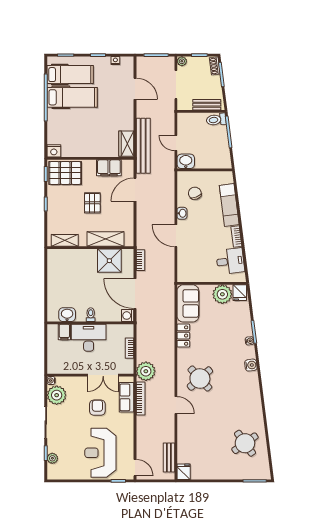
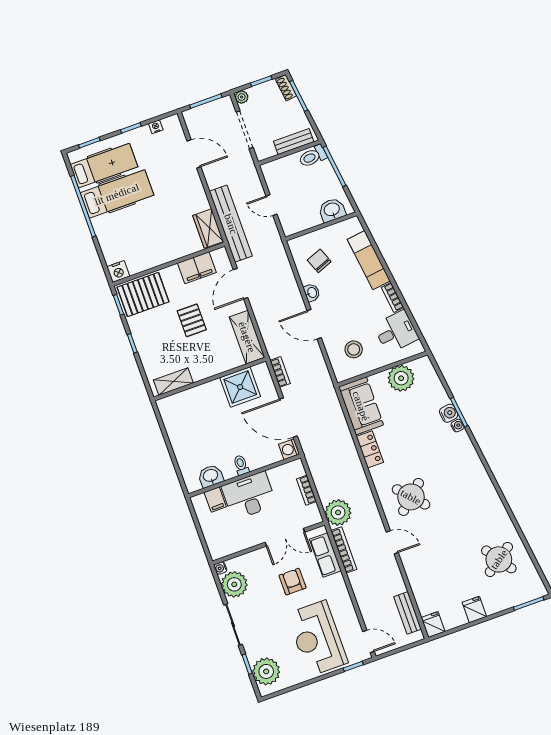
washbasin: (186, 161) -> (332, 210), moved
shelving: (106, 239) -> (247, 337), moved, turned 90
stool: (197, 263) -> (354, 349), added
fridge: (240, 293) -> (474, 609), moved, turned 180
water cooler: (251, 365) -> (449, 413), moved
plant: (52, 458) -> (266, 671), width x1.87, depth x1.87

